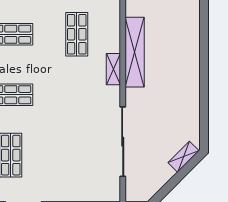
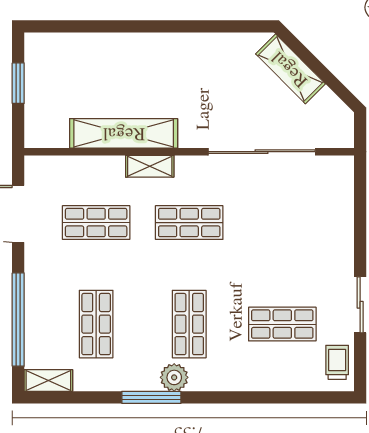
shop shelf: (77, 95) -> (189, 223), added
shelving: (183, 157) -> (290, 69), width x1.50, depth x1.33

